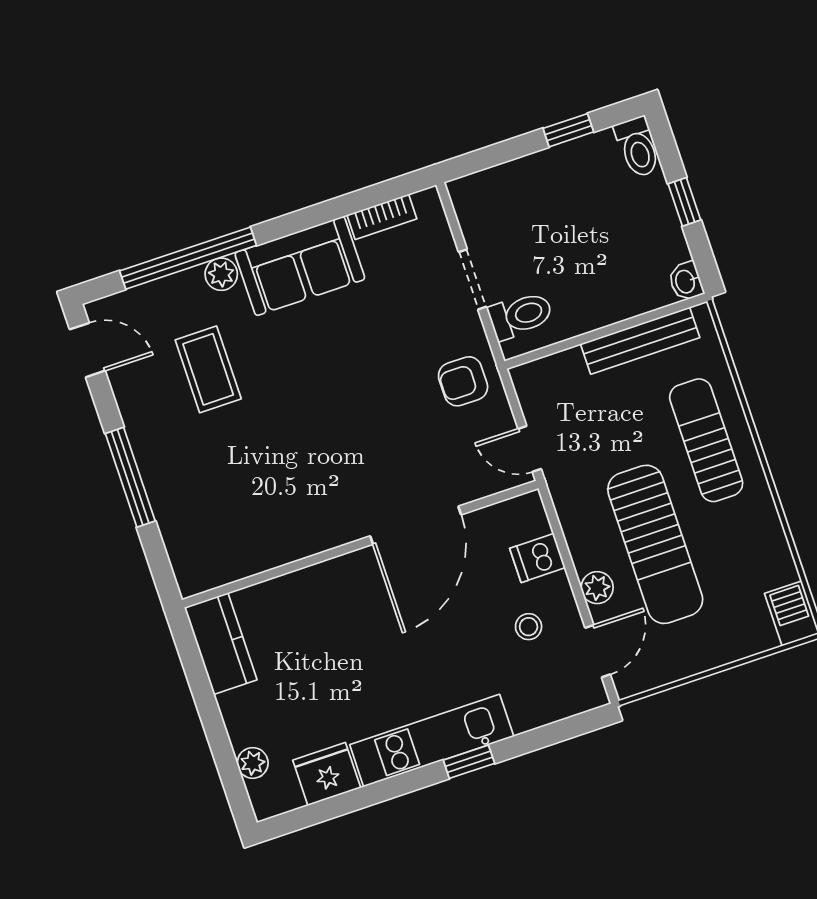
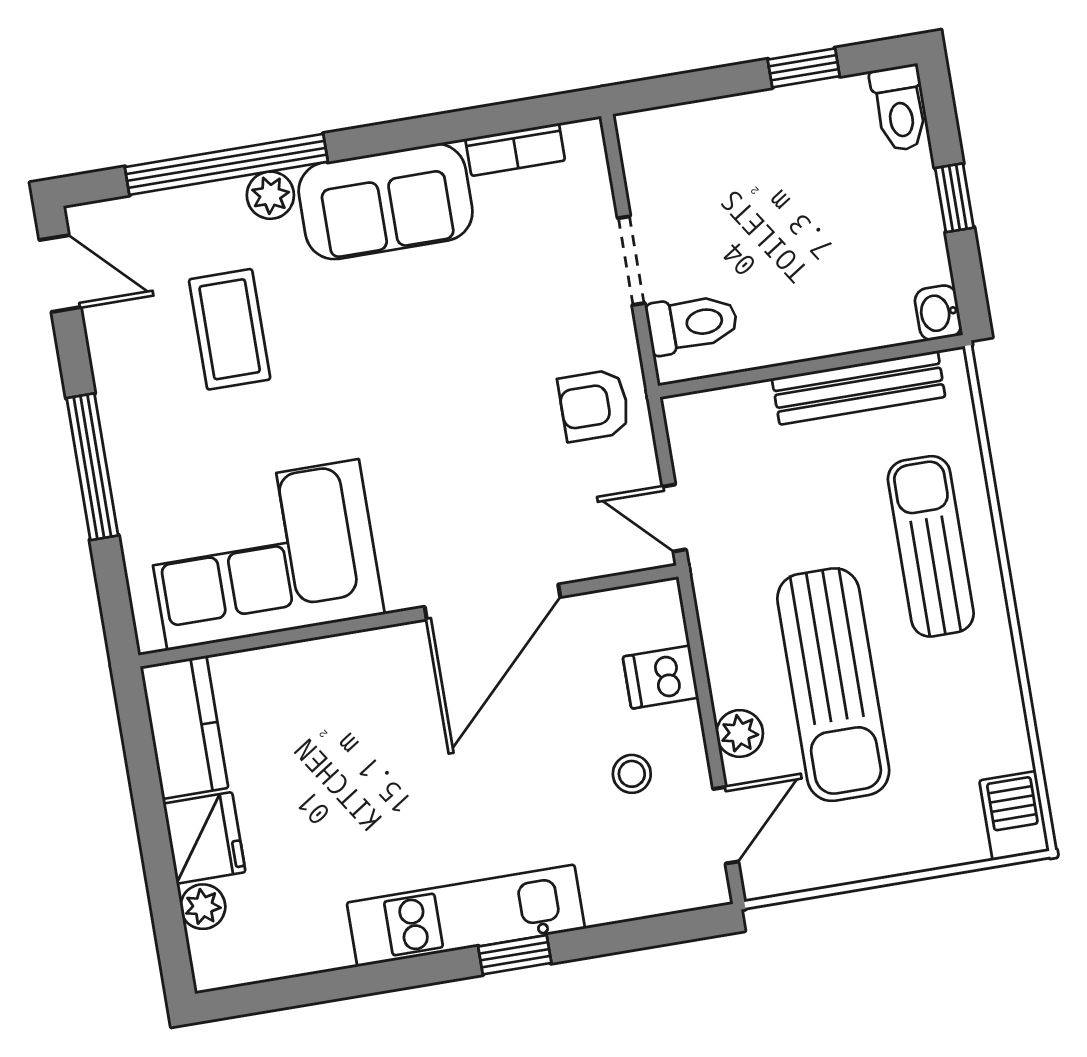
corner sofa: (255, 518) -> (263, 555), added
fridge: (327, 774) -> (204, 838), moved, turned 90

